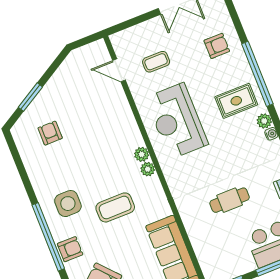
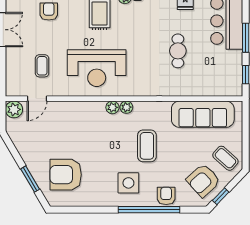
plant: (98, 50) -> (14, 109), added
armchair: (50, 133) -> (66, 175), width x1.88, depth x1.88

